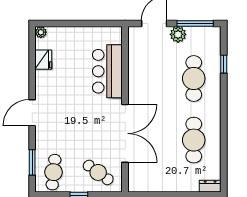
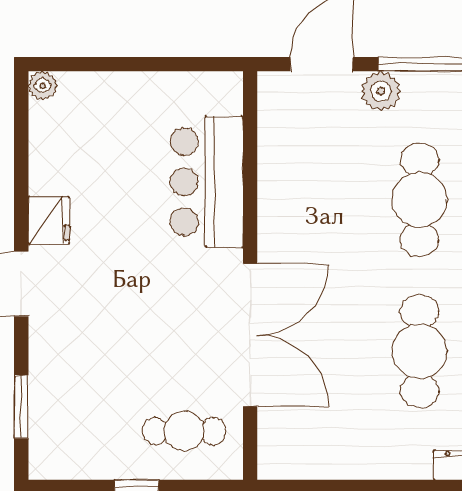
fridge: (43, 60) -> (49, 220), moved
cafe table: (54, 172) -> (74, 430), removed
cafe table: (98, 172) -> (184, 431), turned -36

